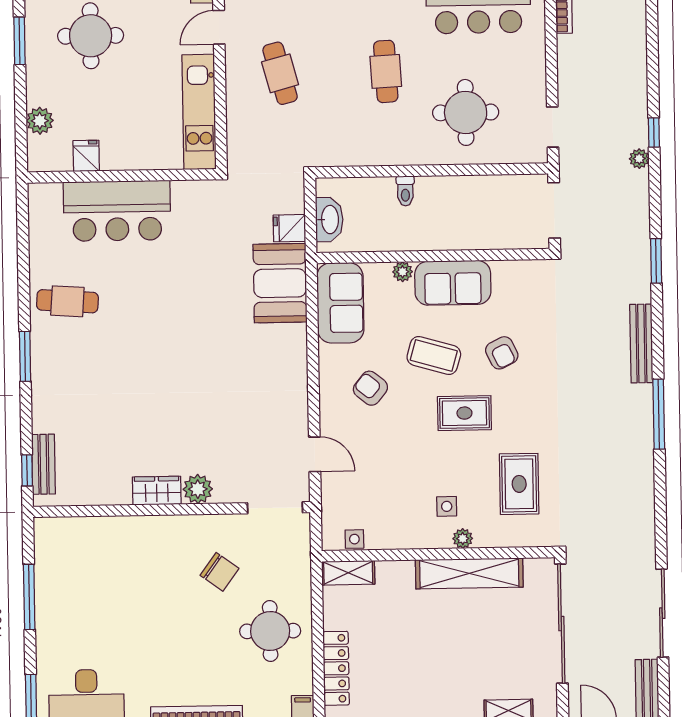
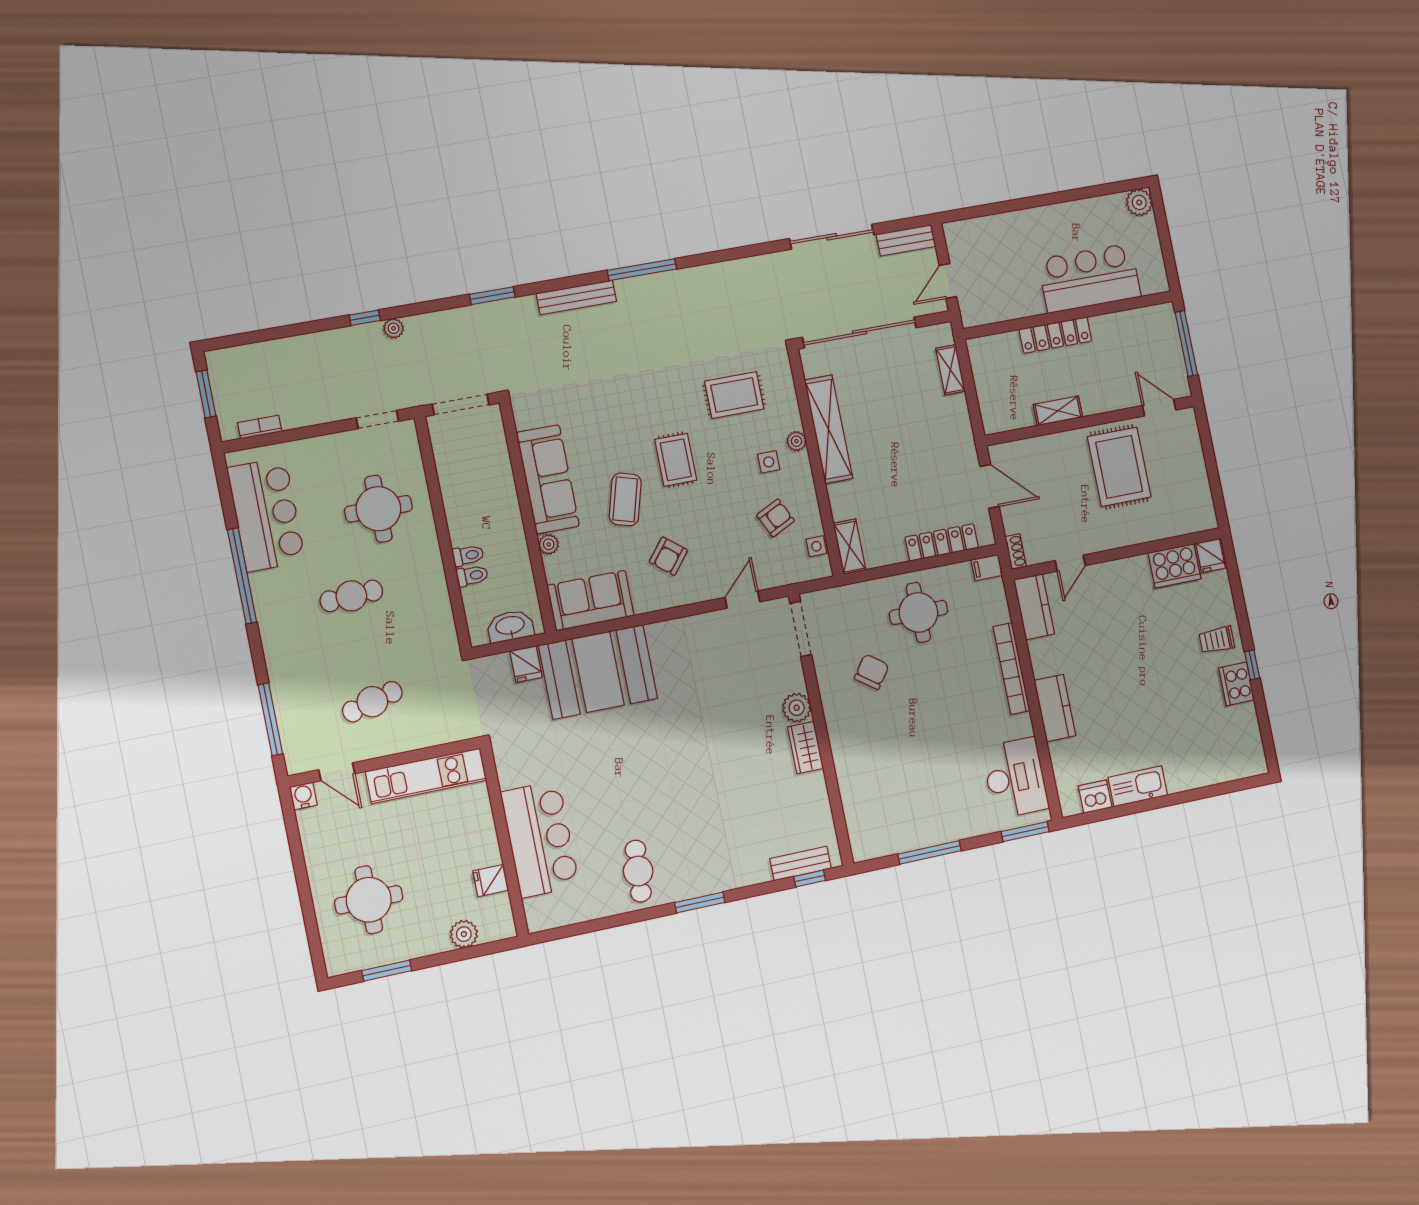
toilet: (385, 191) -> (472, 576), added
booth: (280, 283) -> (598, 672), width x1.36, depth x1.42
sofa: (453, 283) -> (548, 479), width x1.36
armchair: (502, 353) -> (776, 518), moved

